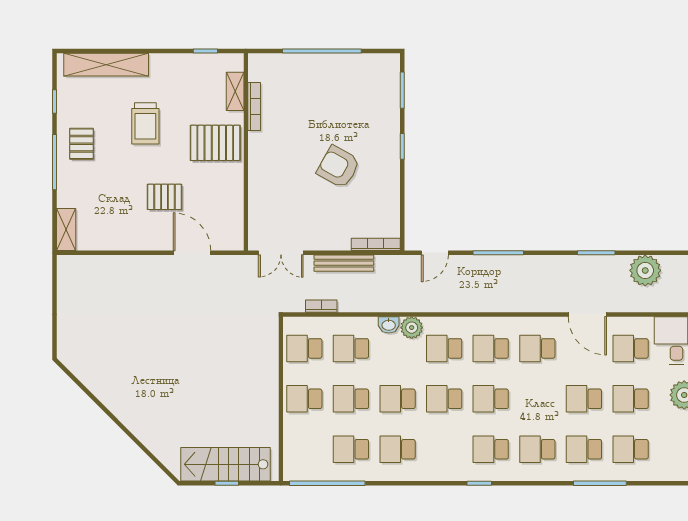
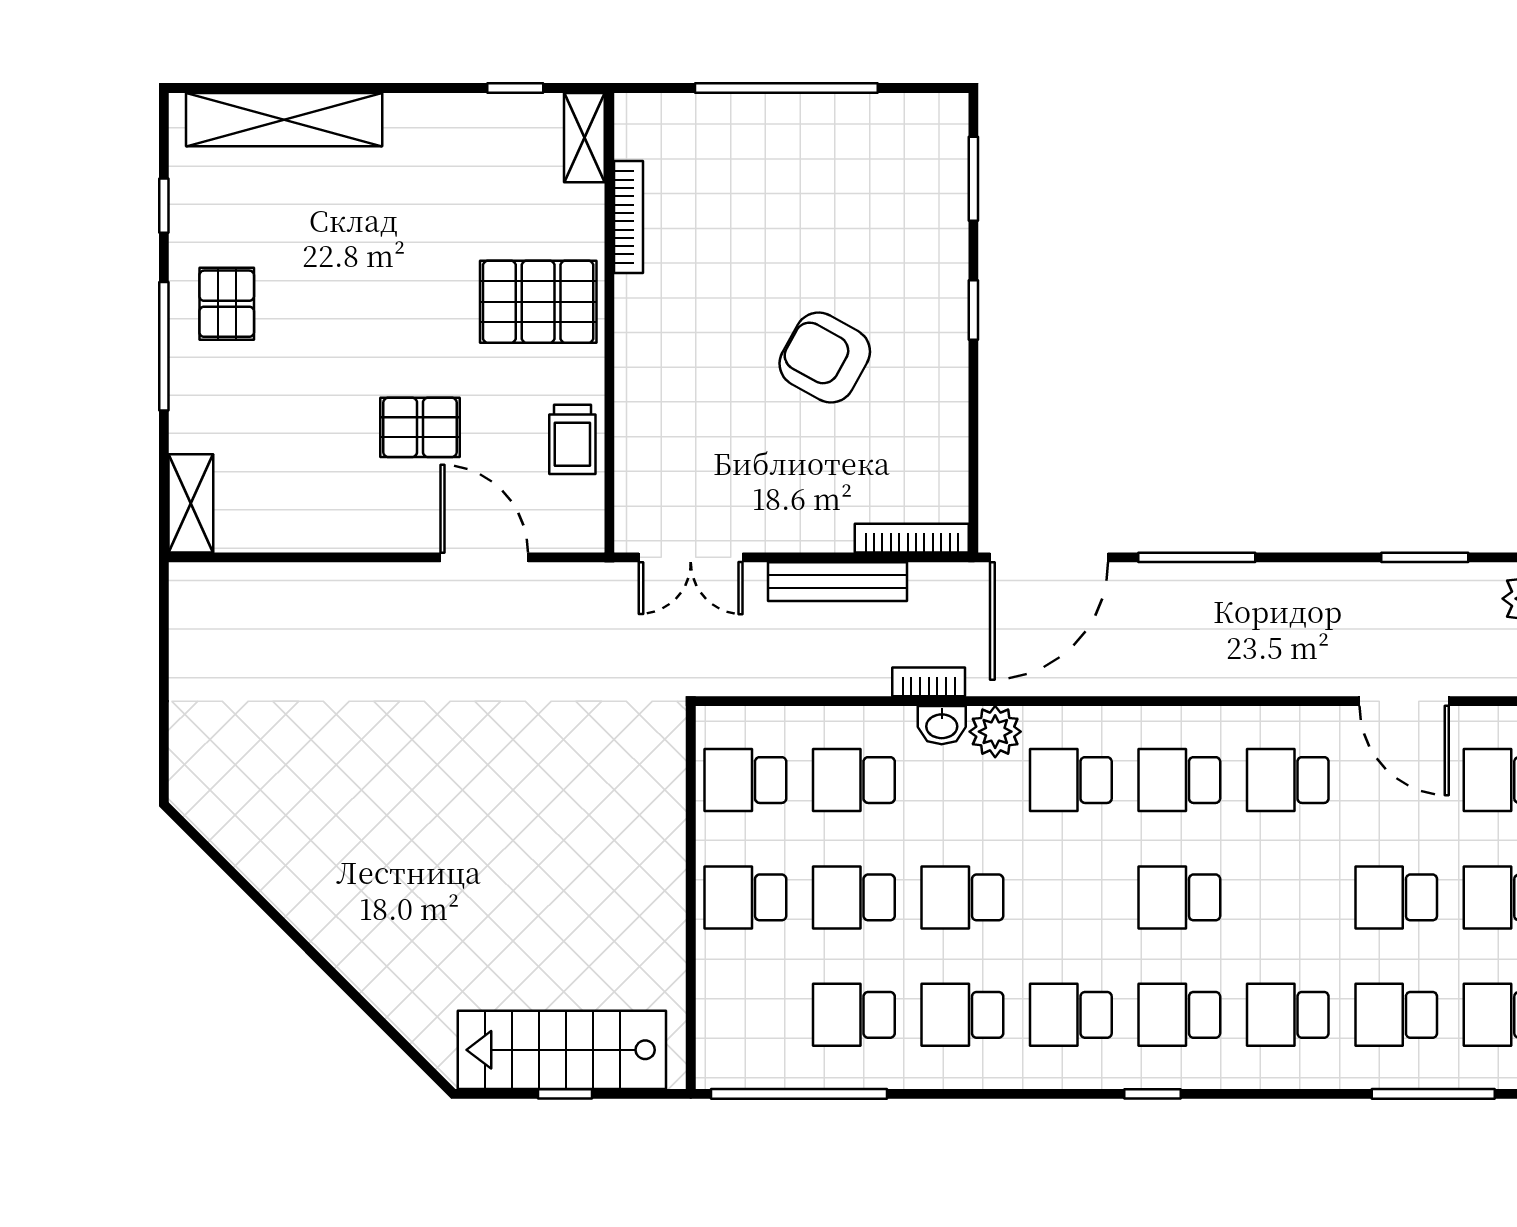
shelving: (235, 91) -> (584, 138), moved
trolley: (145, 123) -> (572, 439), moved, width x0.73, depth x0.72
door: (435, 253) -> (1049, 557), width x1.88
bookcase: (321, 306) -> (929, 682), moved
school desk: (444, 399) -> (1071, 1015), moved

